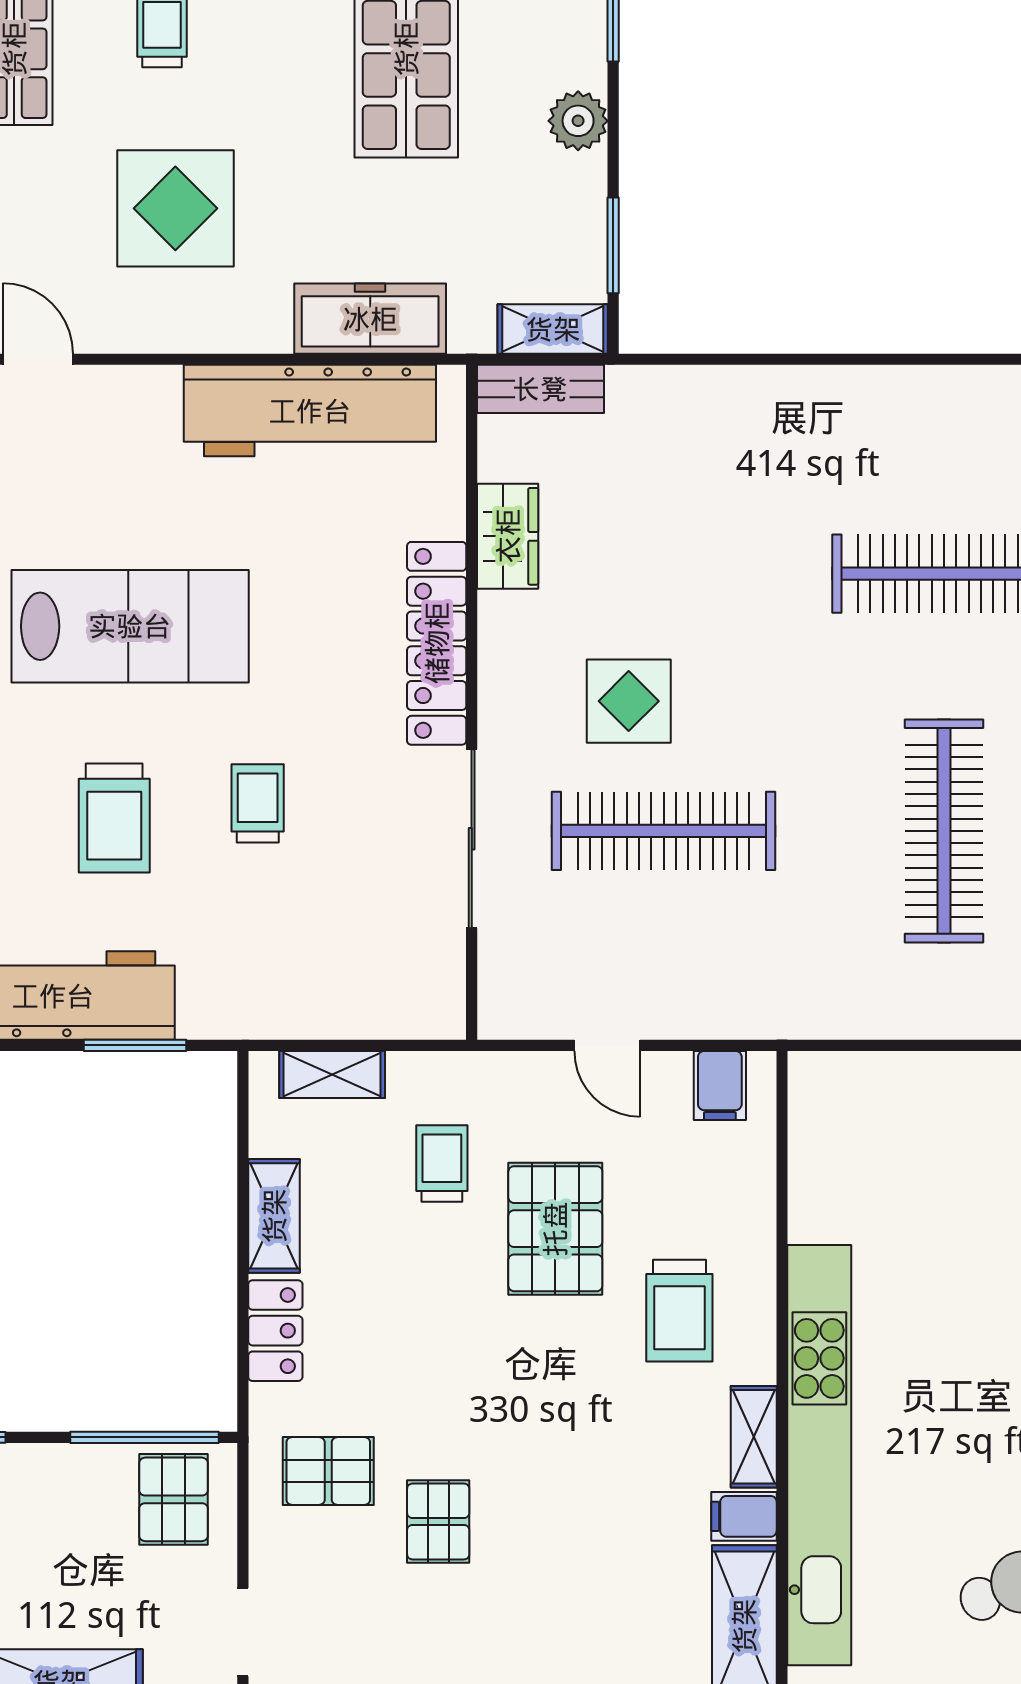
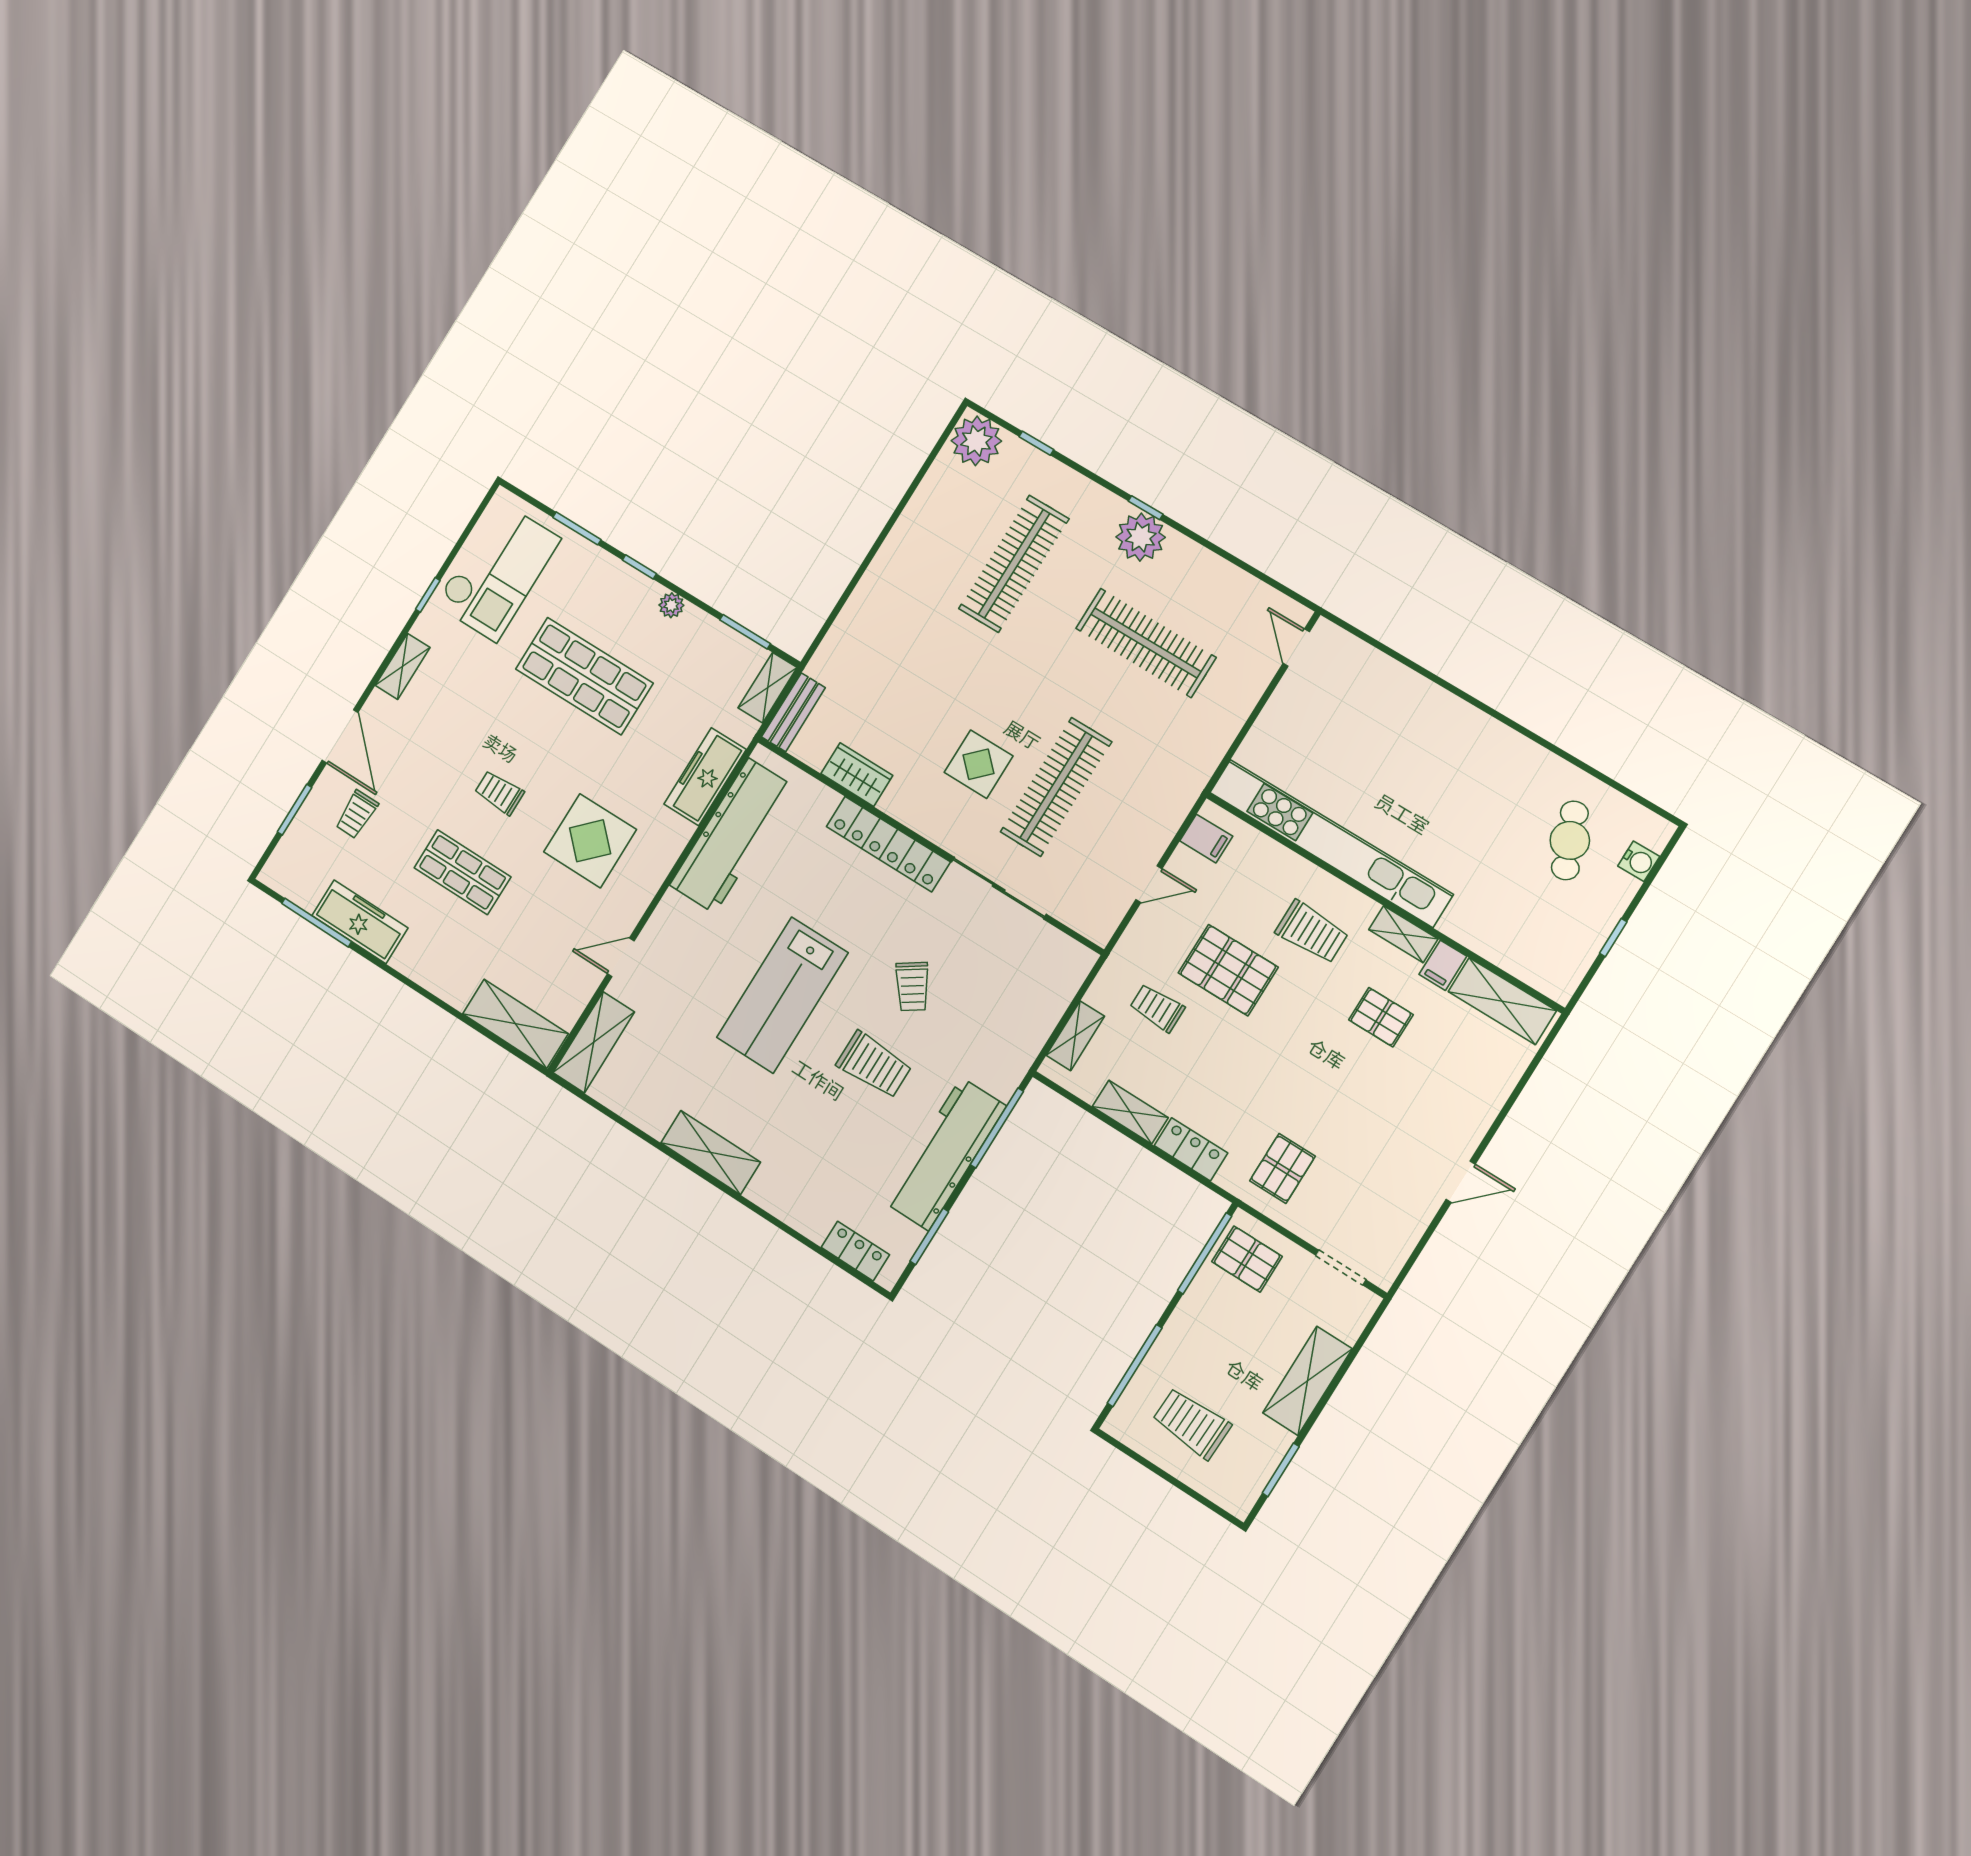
plant: (578, 121) -> (671, 605), width x0.73, depth x0.73
lab bench: (130, 626) -> (782, 995), turned 180
trolley: (258, 803) -> (912, 986), turned -124
window: (135, 1045) -> (997, 1128), width x1.44
kitchen unit: (819, 1455) -> (1331, 843), moved
pallet: (438, 1522) -> (1381, 1017), moved

